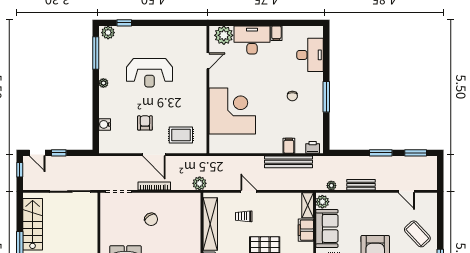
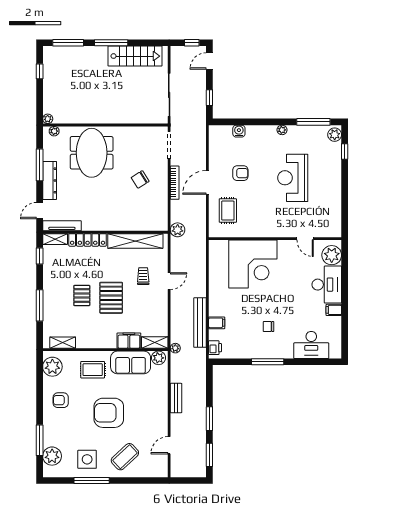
window: (59, 153) -> (209, 98), moved
plant: (331, 186) -> (175, 348), moved

